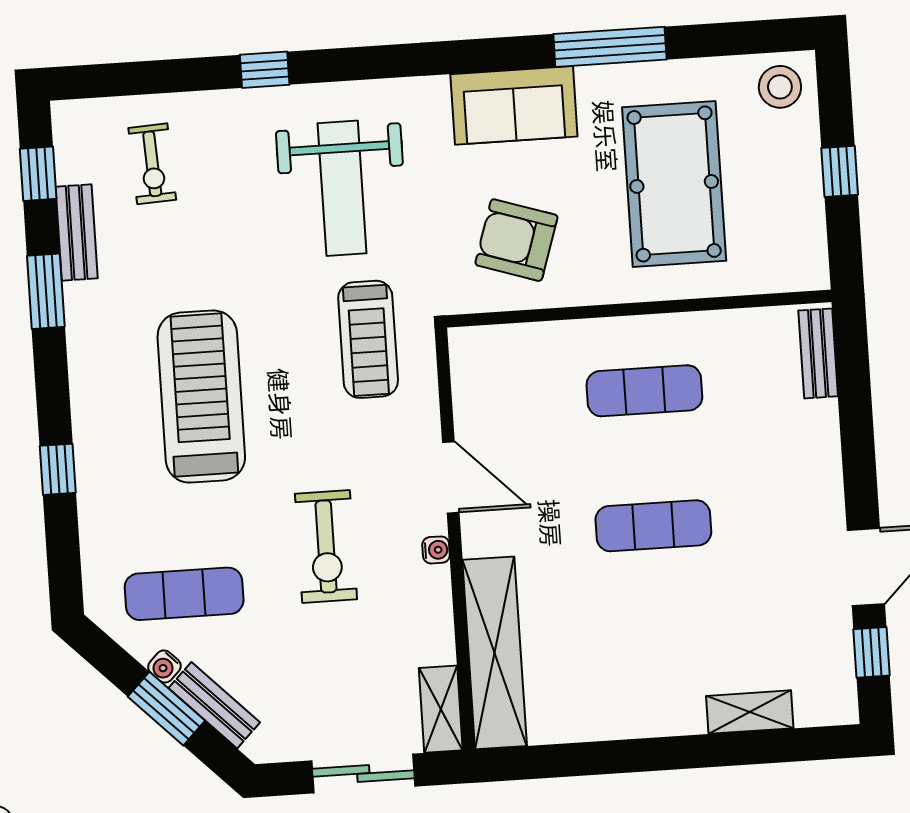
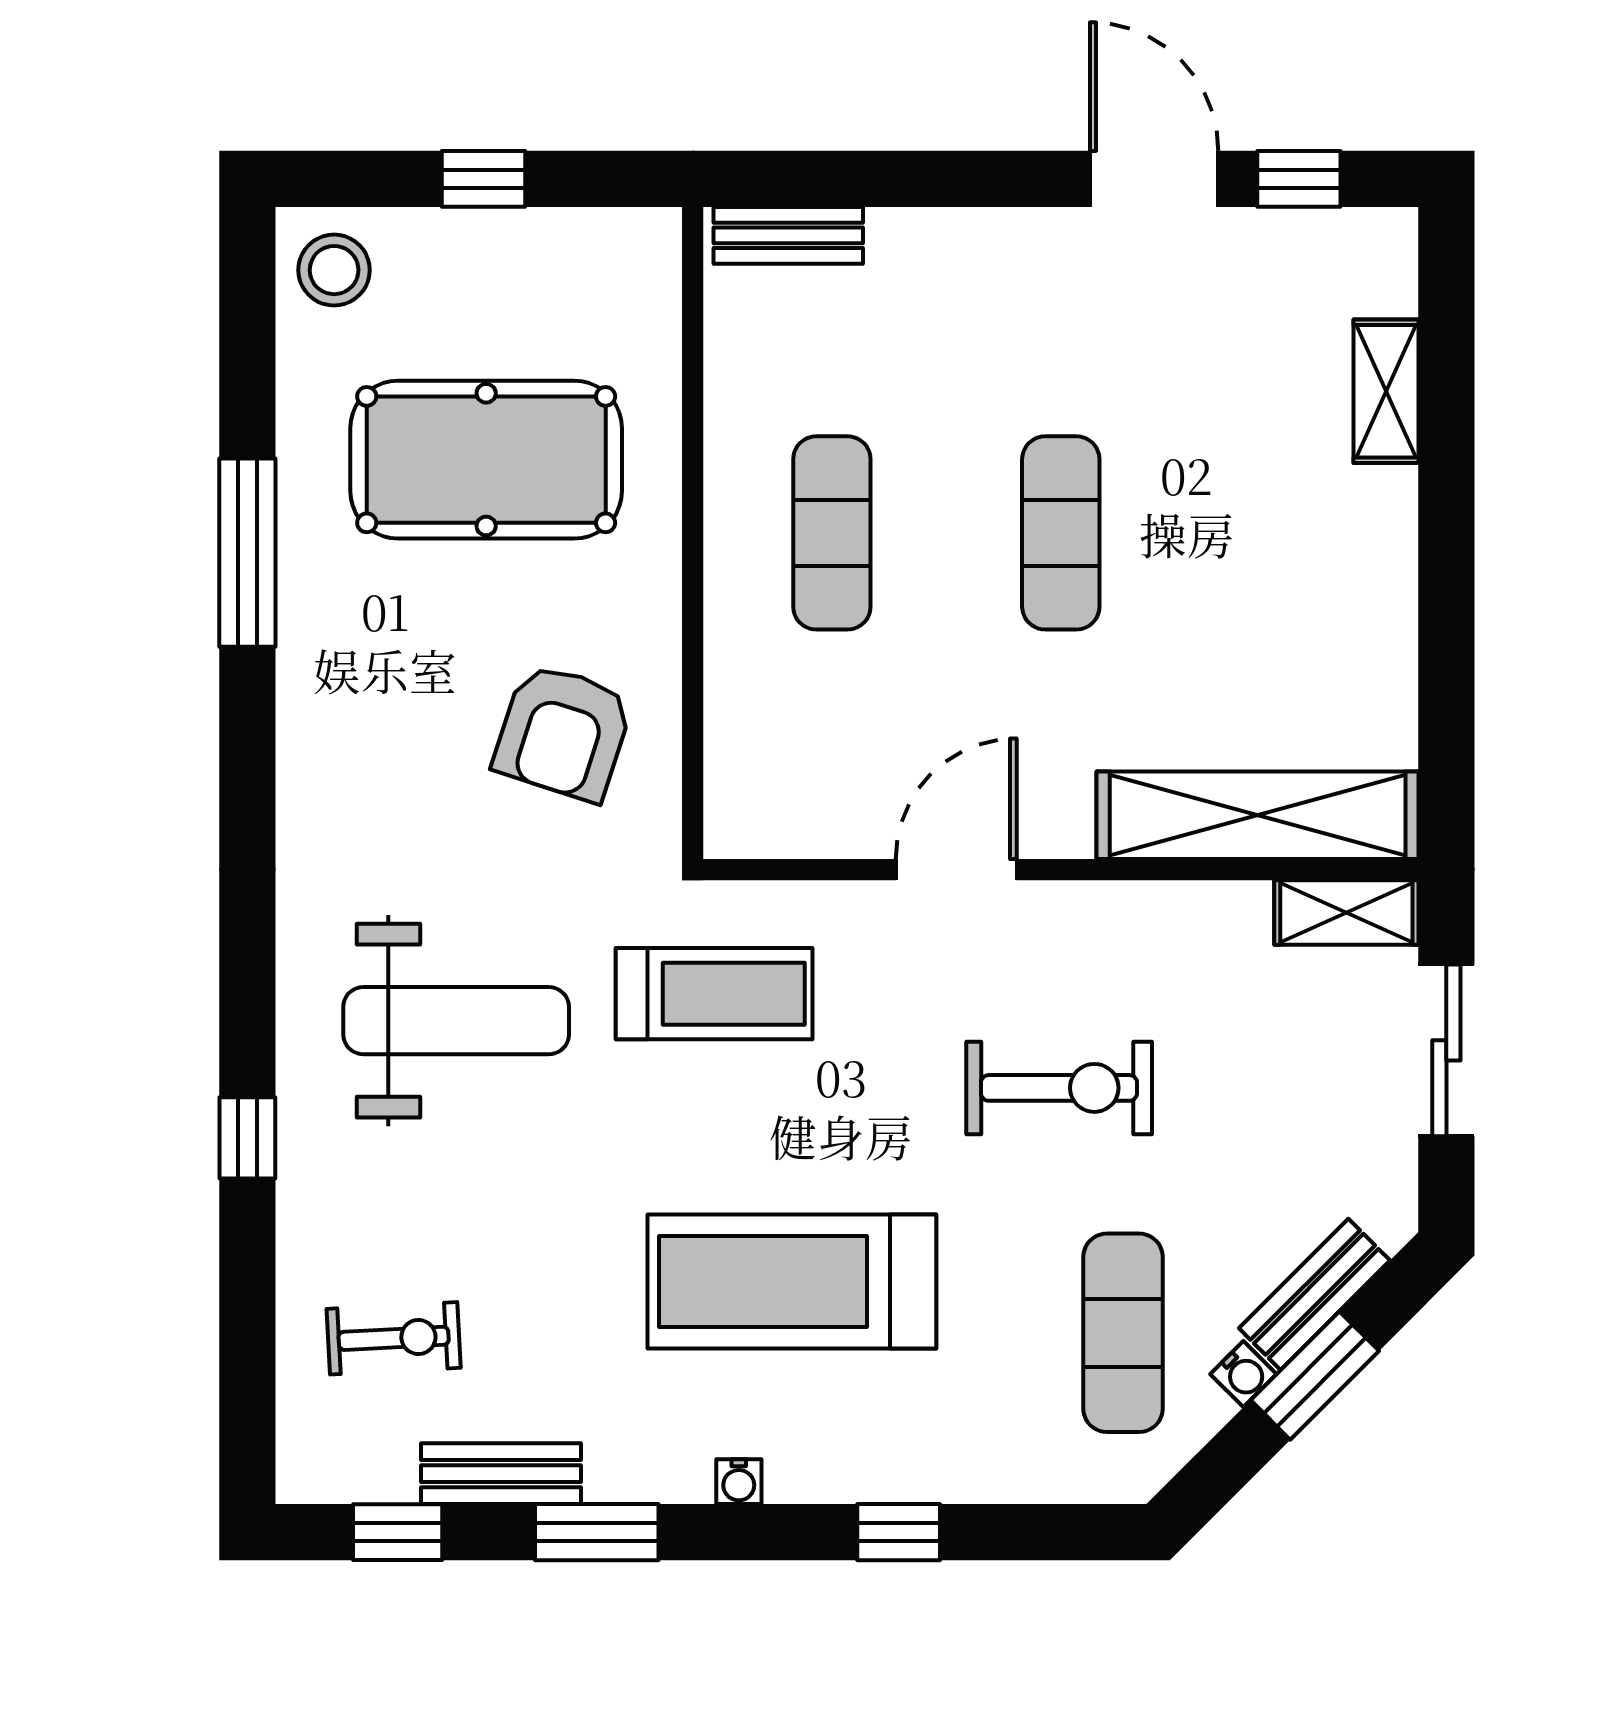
sofa: (514, 105) -> (335, 721), removed
water cooler: (436, 550) -> (739, 1482), moved, turned 180

